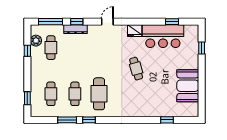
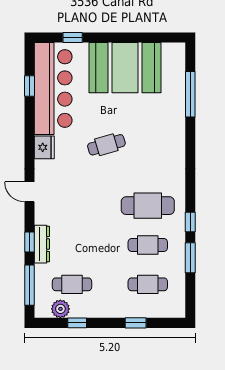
bar counter: (163, 36) -> (53, 89), width x1.36
booth: (188, 86) -> (125, 68), width x1.36, depth x1.42
window: (27, 98) -> (136, 323), moved
window: (167, 120) -> (190, 94), width x2.17

